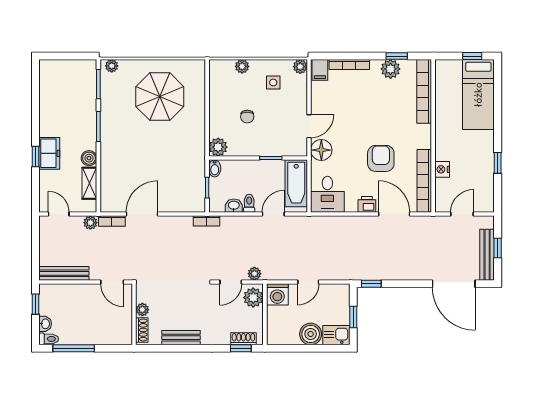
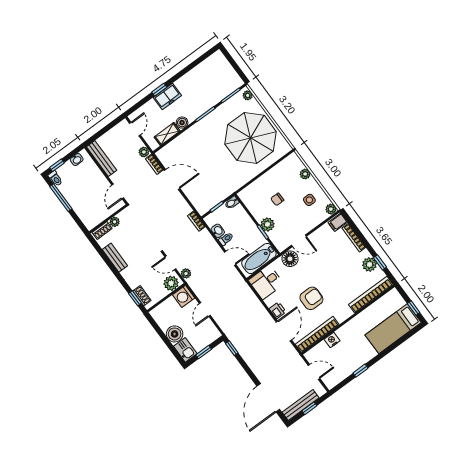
parasol: (160, 97) -> (251, 138), width x1.36, depth x1.36
plant: (218, 147) -> (267, 224), moved
door: (308, 282) -> (205, 310), hinge flipped
window: (35, 304) -> (57, 165), moved
washbasin: (45, 324) -> (77, 160), moved

